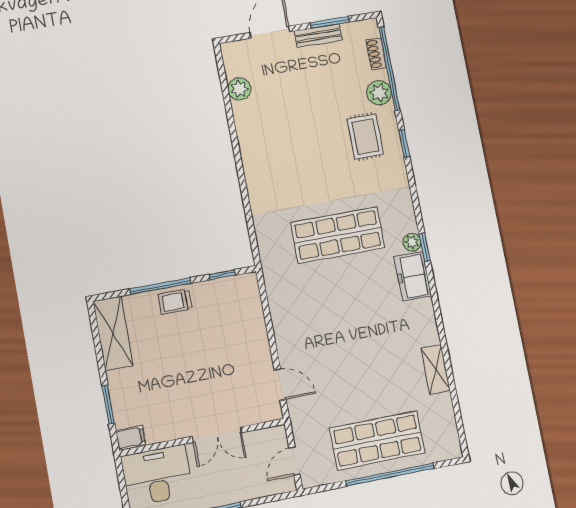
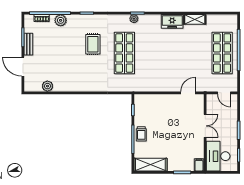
rug: (365, 137) -> (93, 44), moved, turned 90
freezer: (413, 276) -> (172, 21), moved

